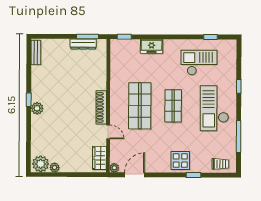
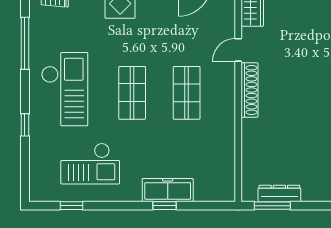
window: (124, 37) -> (165, 206), moved
freezer: (152, 46) -> (168, 190), width x1.40
shop shelf: (140, 106) -> (187, 93), width x0.70, depth x0.74
door: (108, 132) -> (238, 50), hinge flipped

